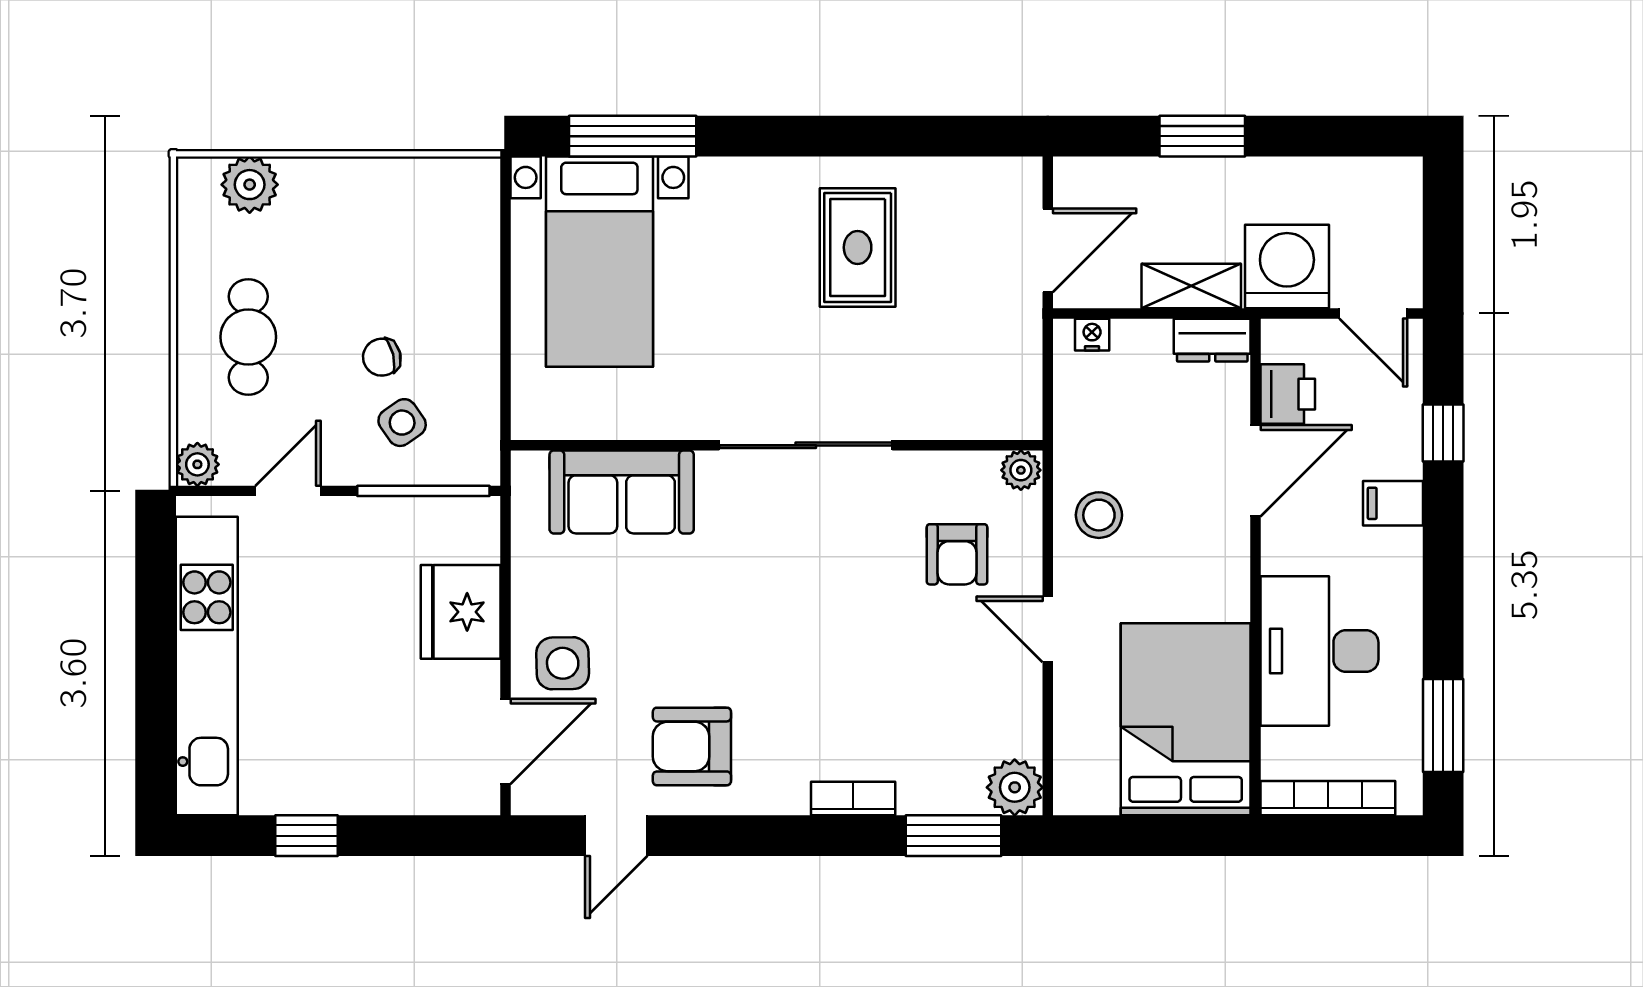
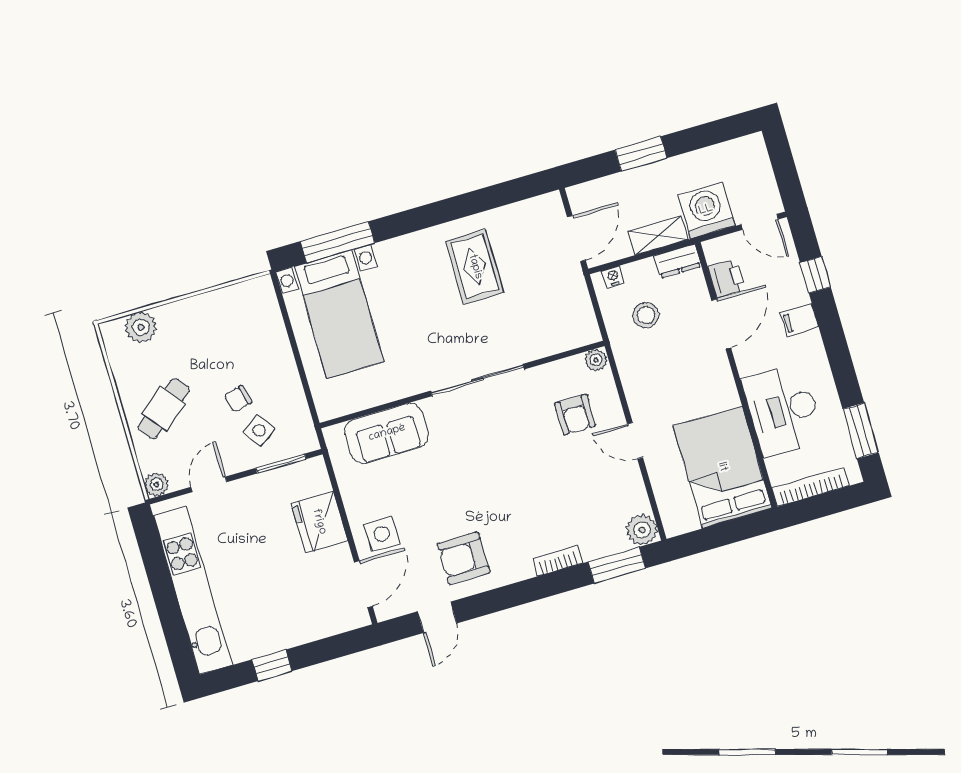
cafe table: (248, 337) -> (164, 409), turned 52
window: (423, 491) -> (281, 464), width x0.69
stool: (1099, 515) -> (646, 315), moved

